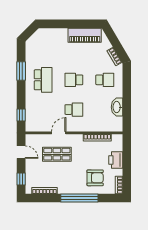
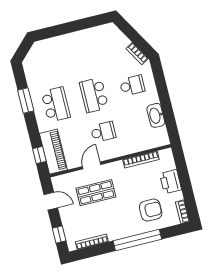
piano: (85, 35) -> (53, 152), moved, turned -90
school desk: (74, 80) -> (94, 95), width x1.85

